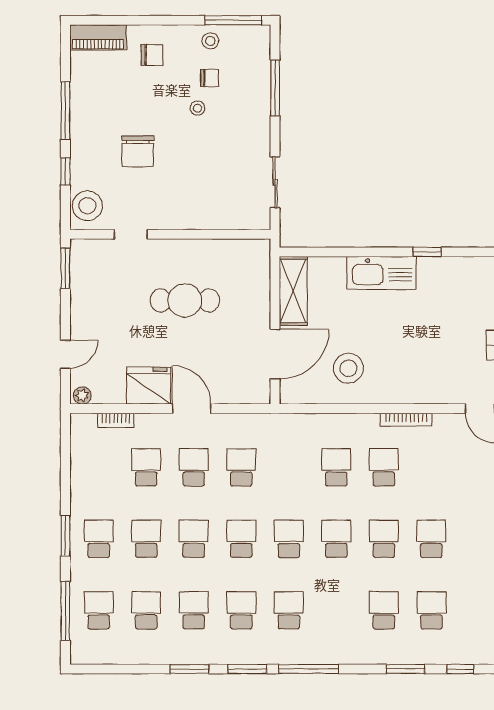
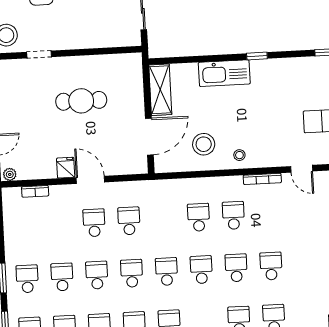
fridge: (149, 386) -> (66, 168), width x0.53, depth x0.75
stool: (396, 386) -> (239, 155), added
bookcase: (406, 420) -> (262, 179), moved
school desk: (146, 467) -> (59, 225), removed

